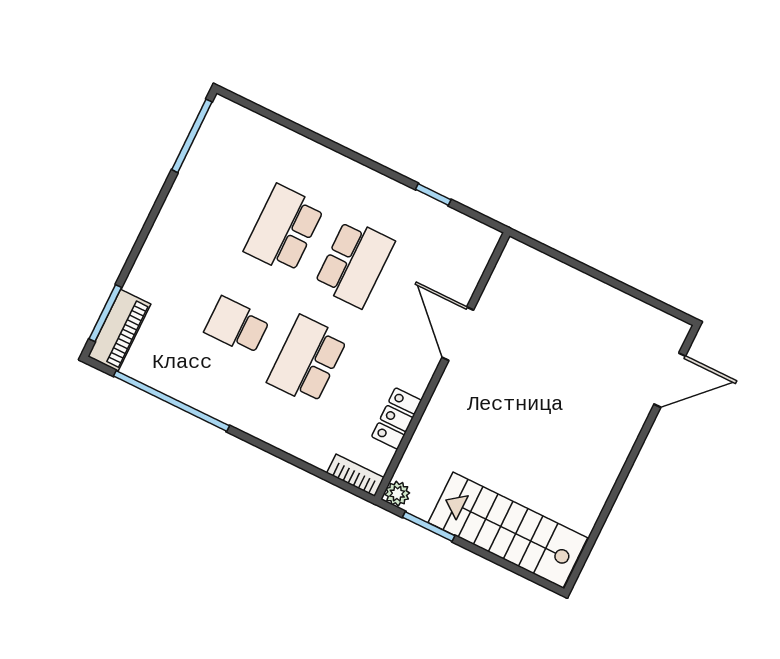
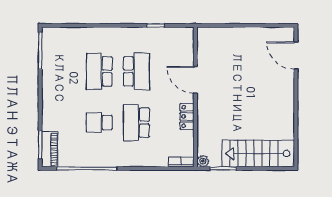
door: (670, 380) -> (296, 55), swing flipped
locker: (397, 418) -> (187, 116), moved

